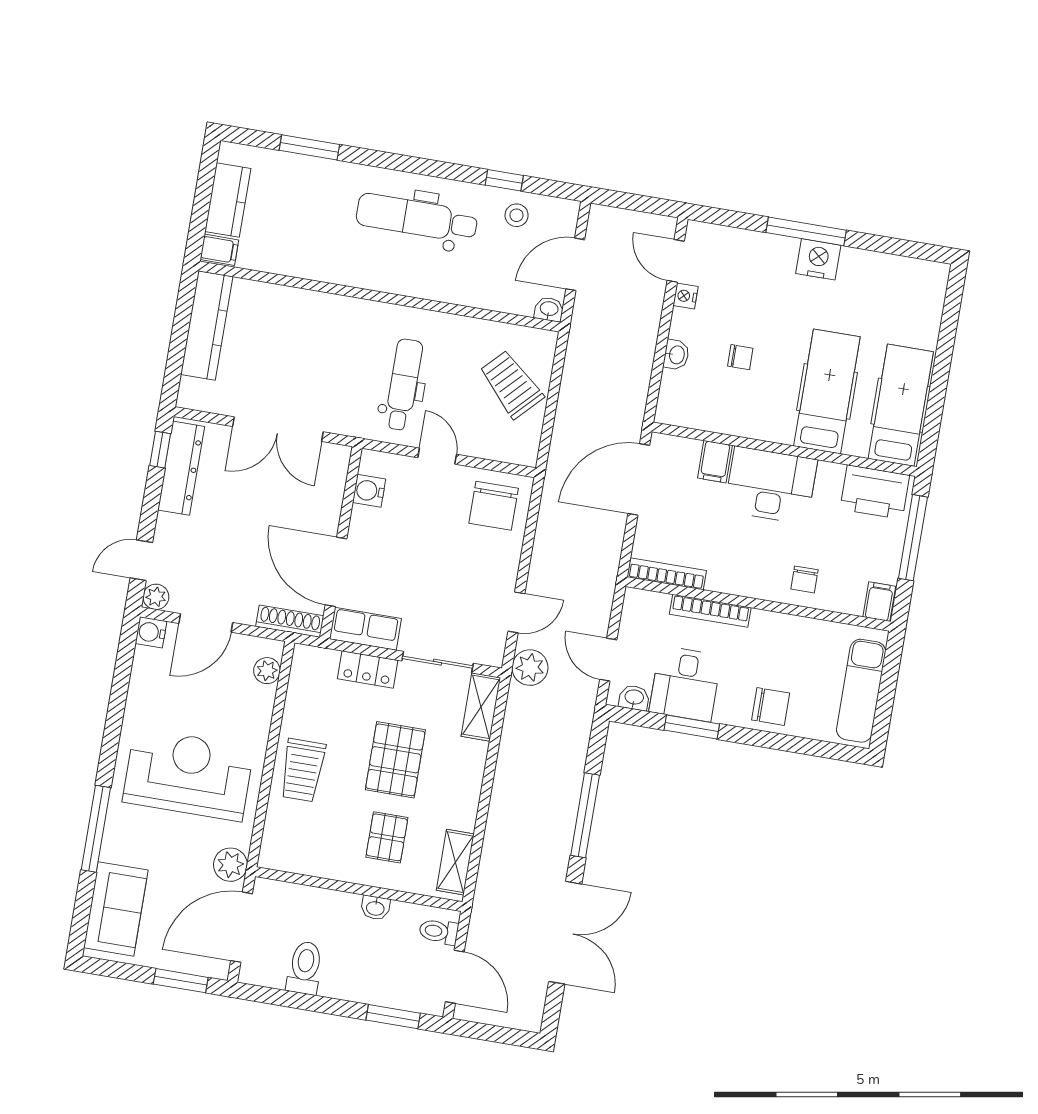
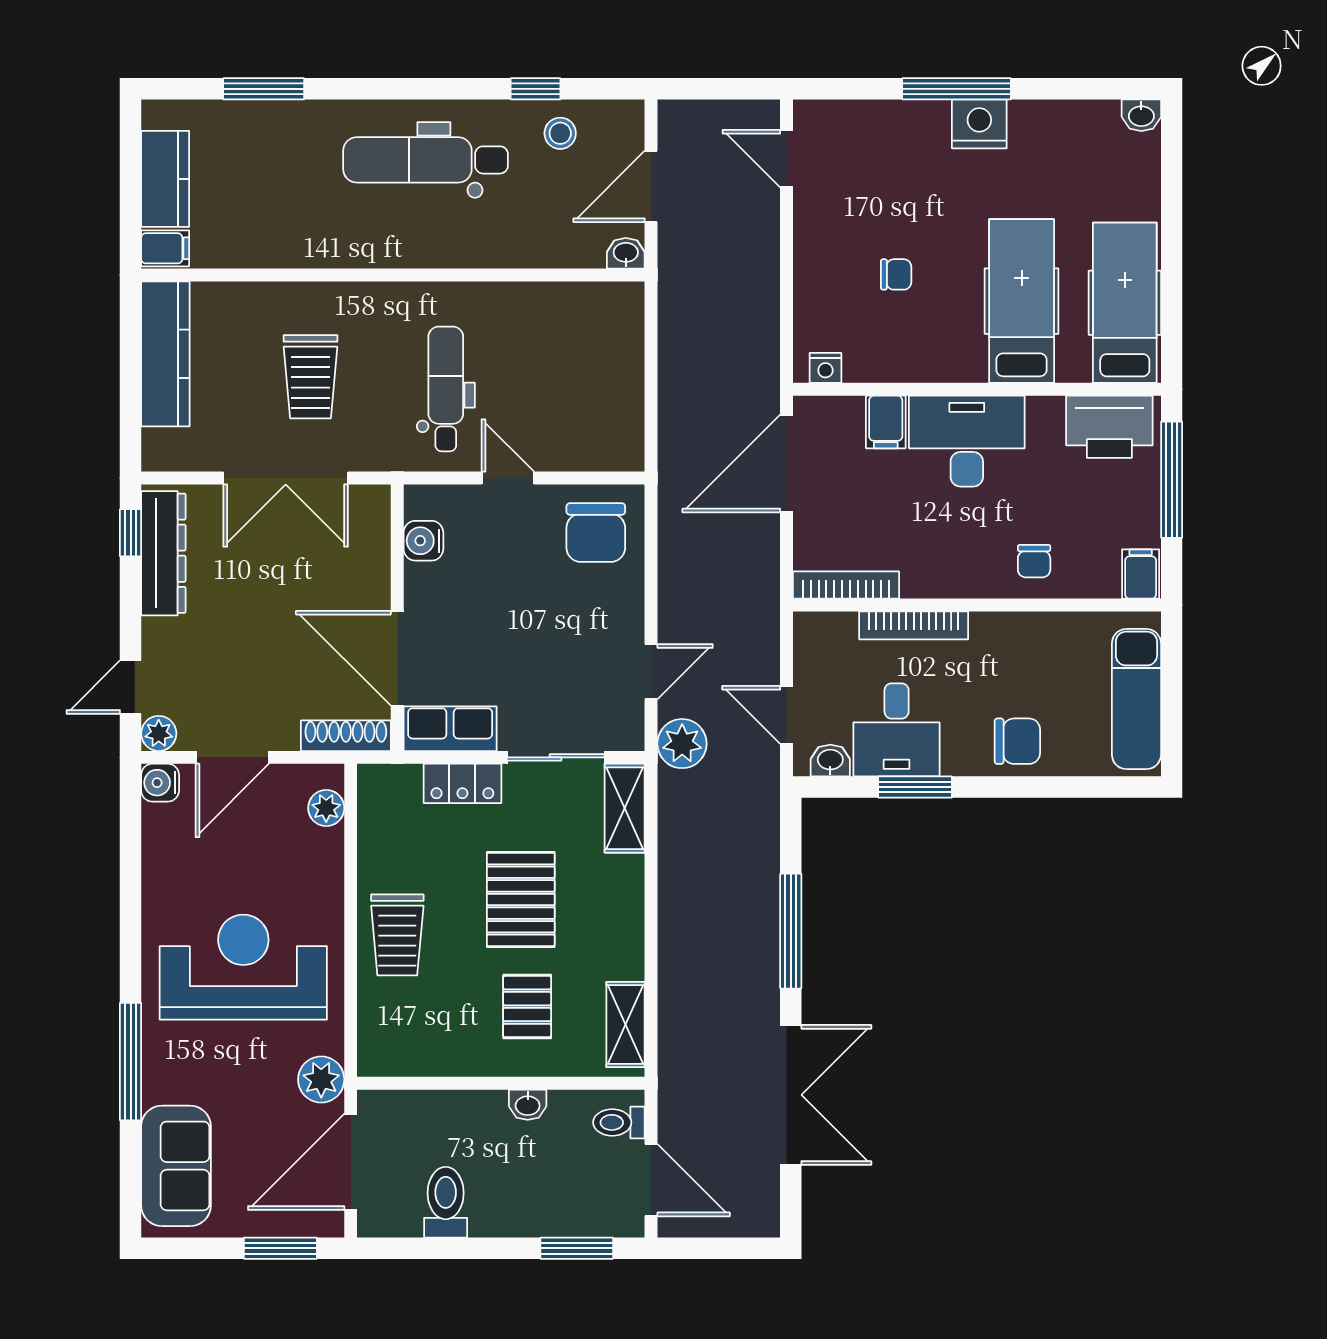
nightstand: (685, 296) -> (825, 368), moved, turned -90
washbasin: (676, 355) -> (1141, 115), moved, turned 90
trolley: (511, 384) -> (311, 377), moved, turned -134

